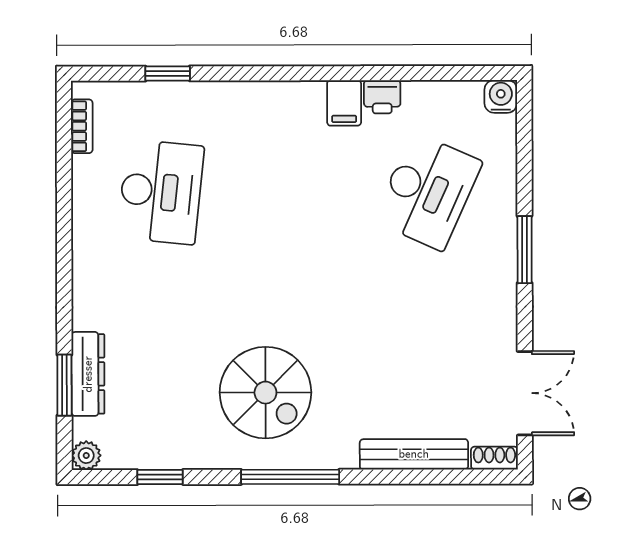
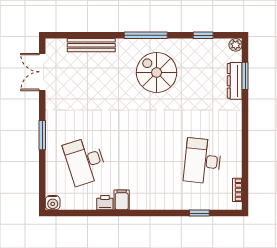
desk: (428, 191) -> (85, 161), turned -42
shoe rack: (494, 458) -> (56, 43), removed

